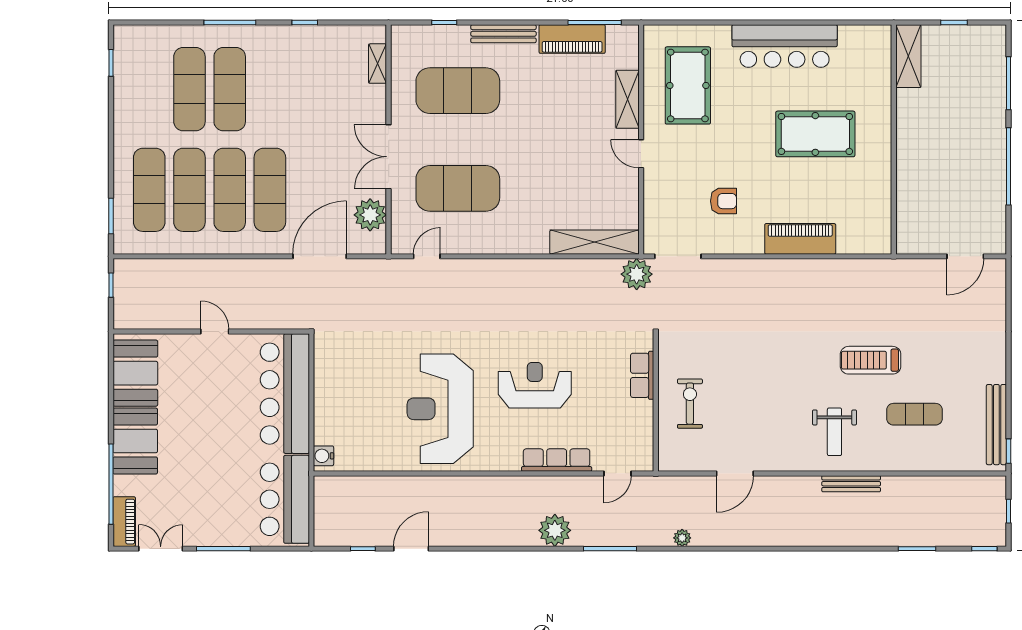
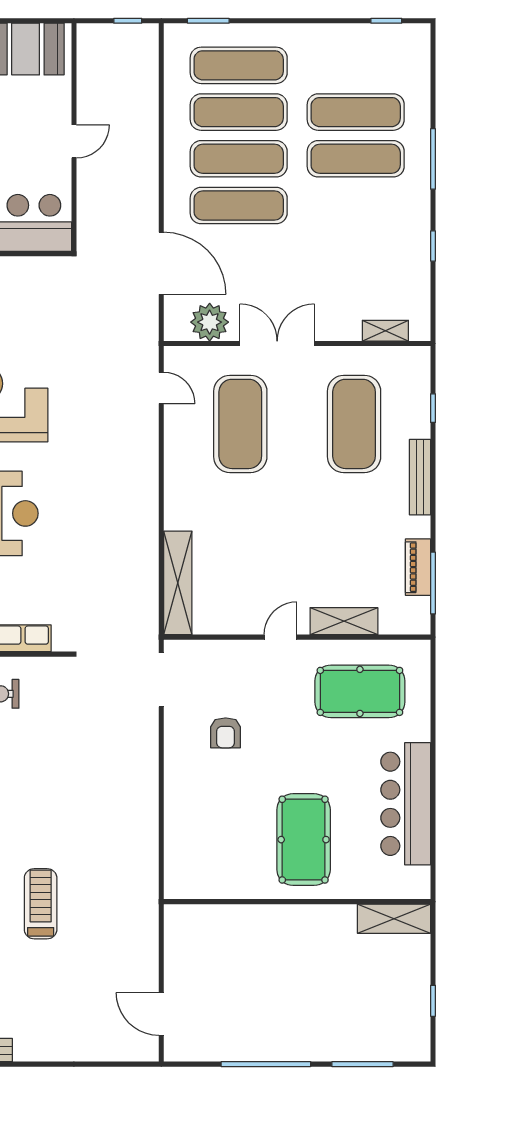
piano: (572, 39) -> (418, 567), width x0.73, depth x0.75
shelving: (908, 56) -> (394, 919), moved
wall: (894, 139) -> (297, 902), moved
piano: (800, 239) -> (182, 822), removed
plant: (637, 274) -> (141, 632), removed

